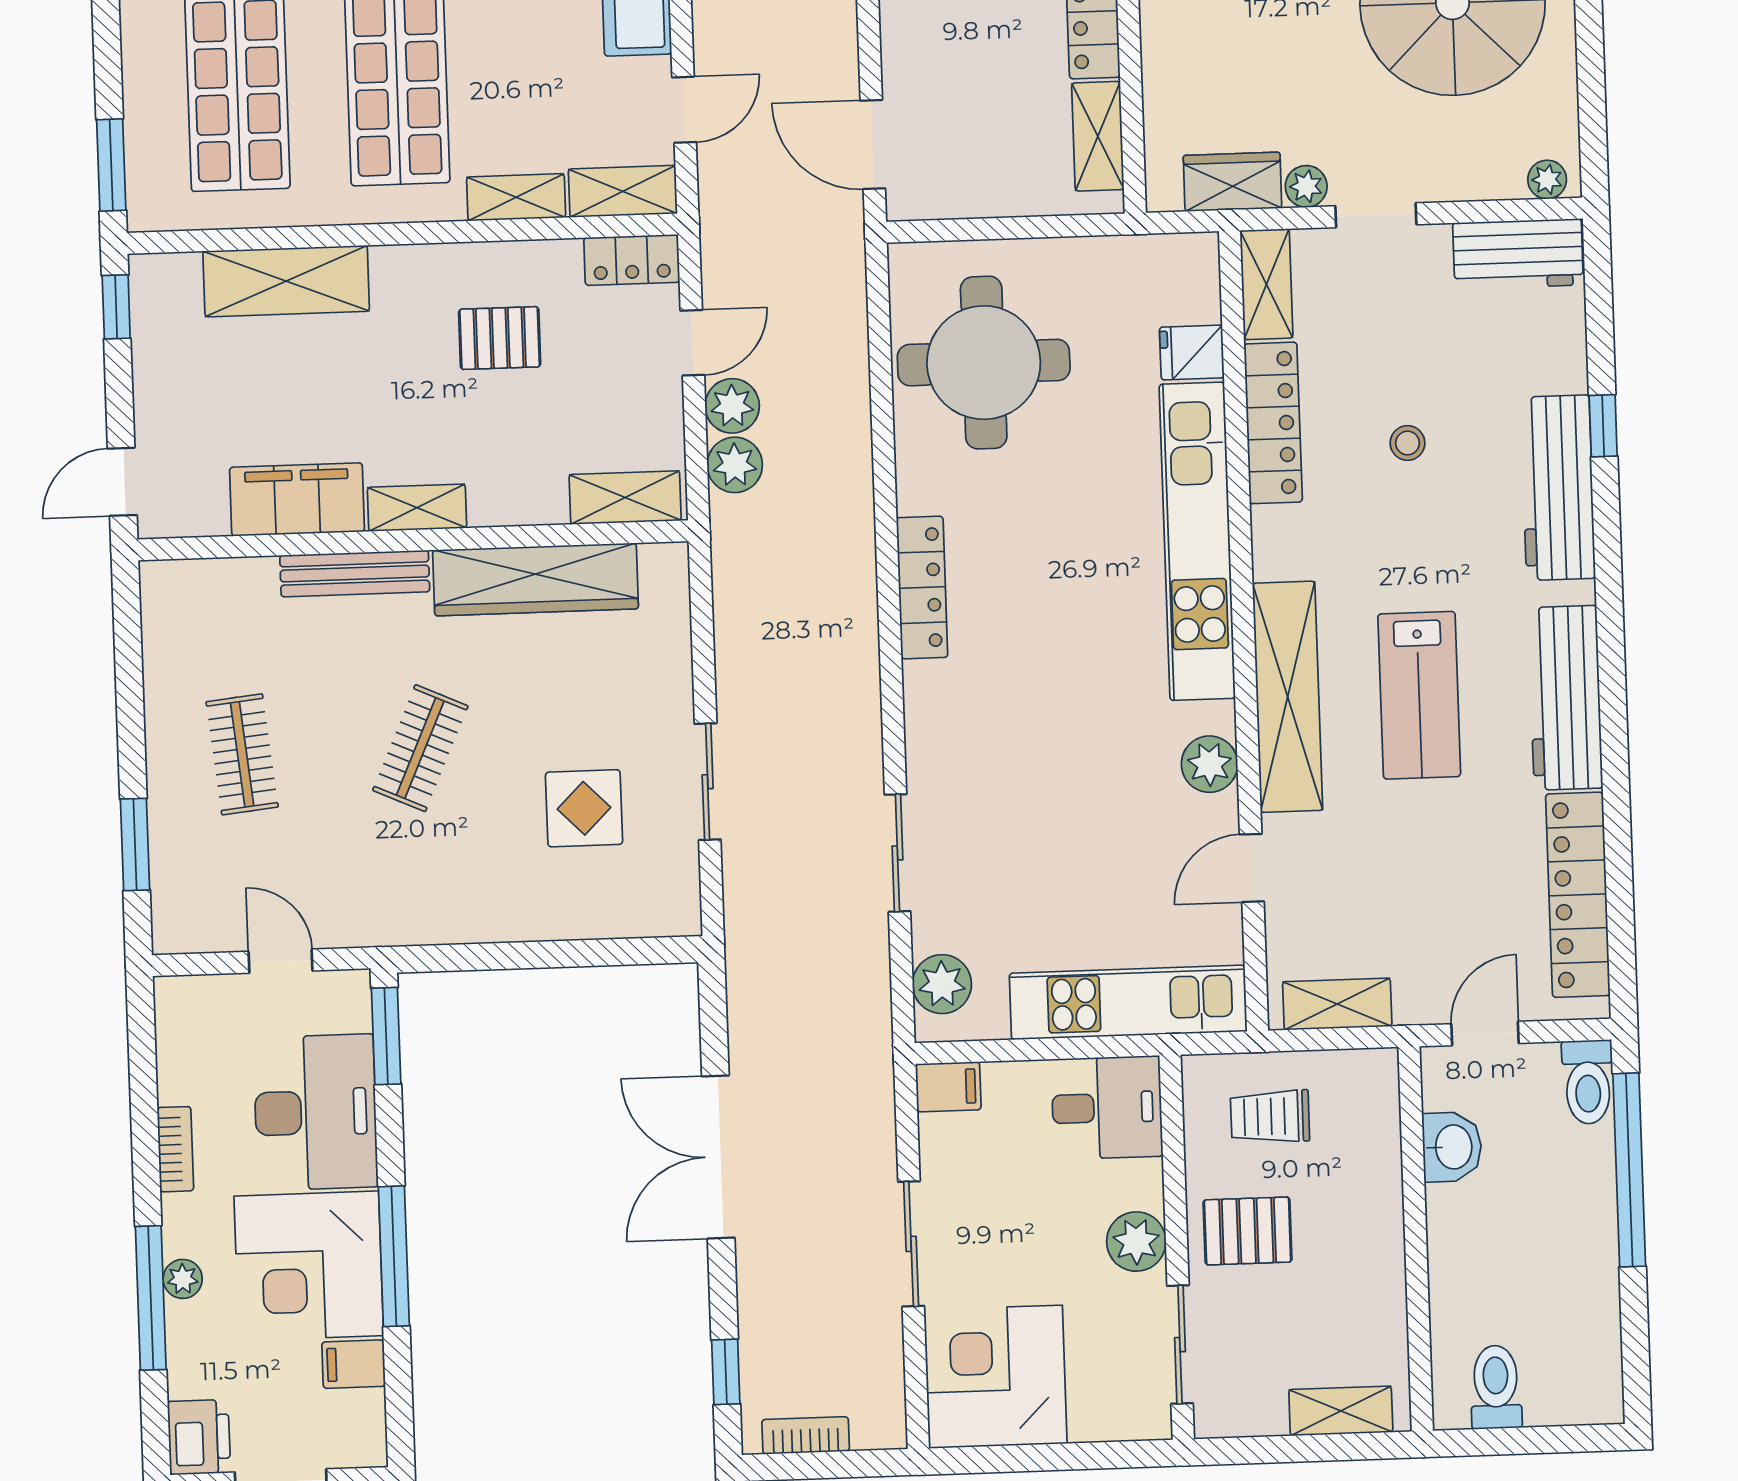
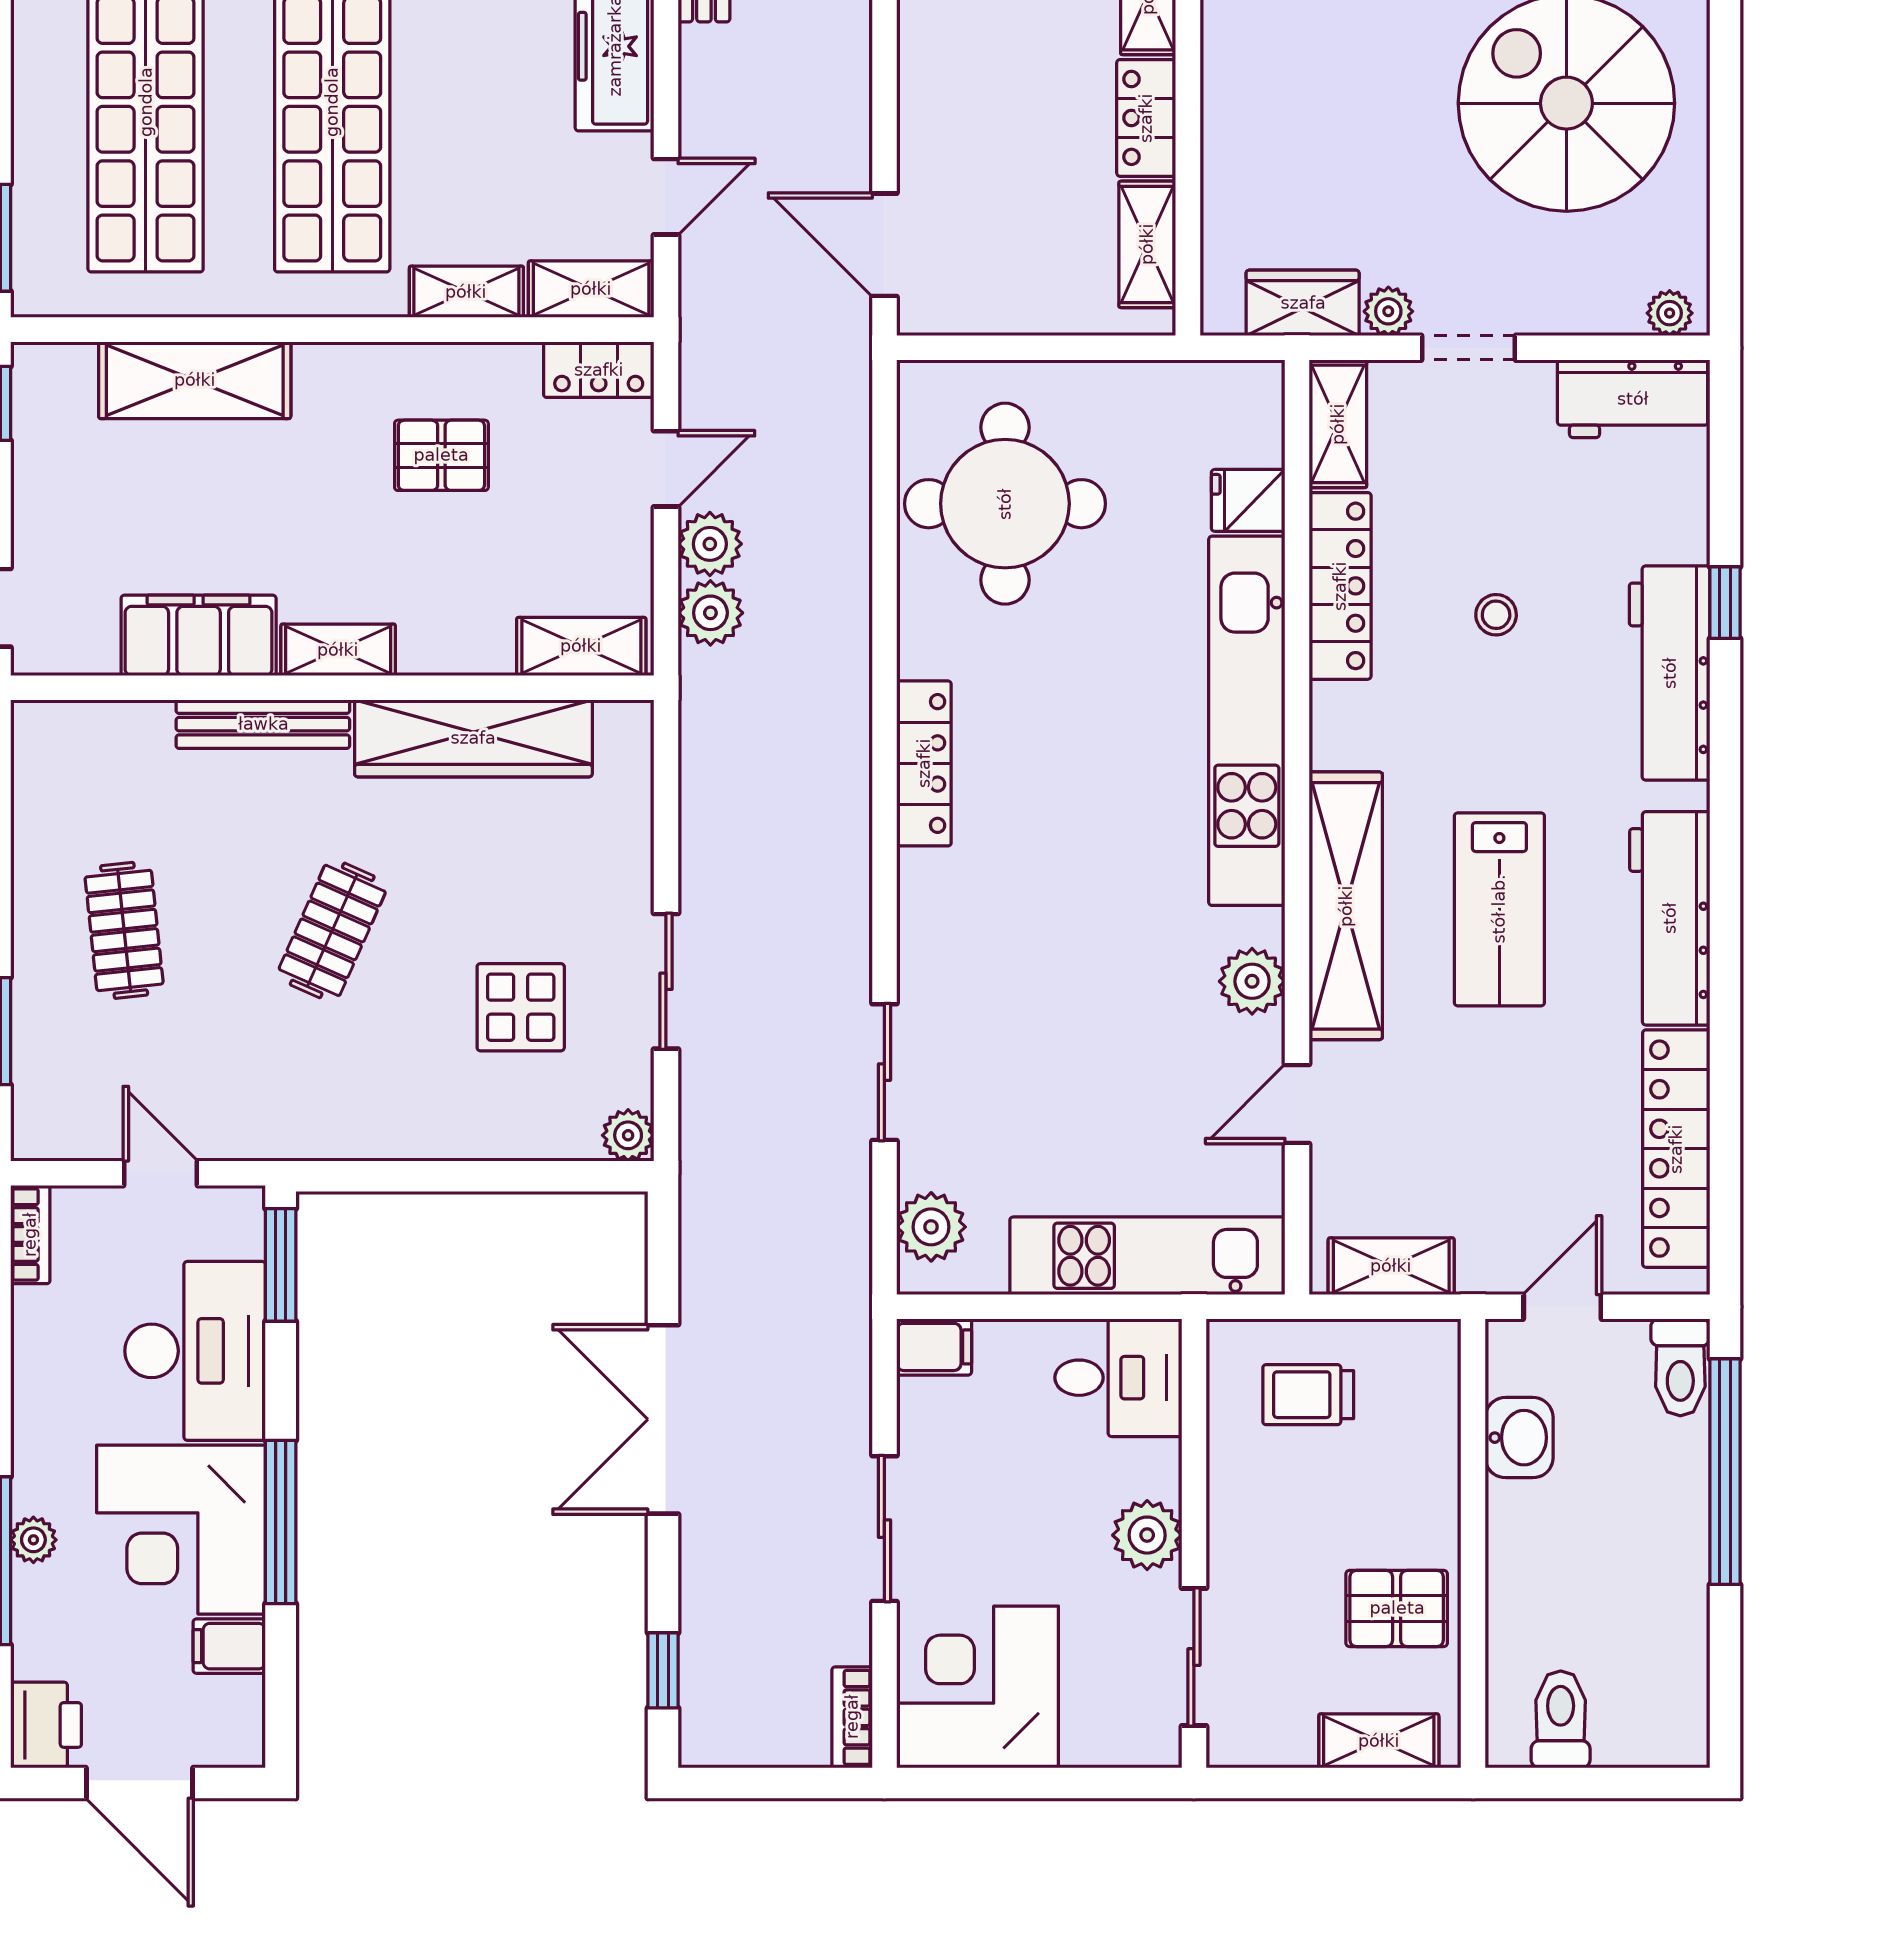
plant: (680, 915) -> (628, 1135), added
bookcase: (175, 1149) -> (30, 1235), moved
pallet: (1248, 1231) -> (1397, 1608), moved
bookcase: (806, 1435) -> (852, 1717), moved, turned -90

